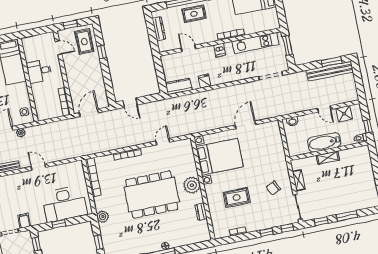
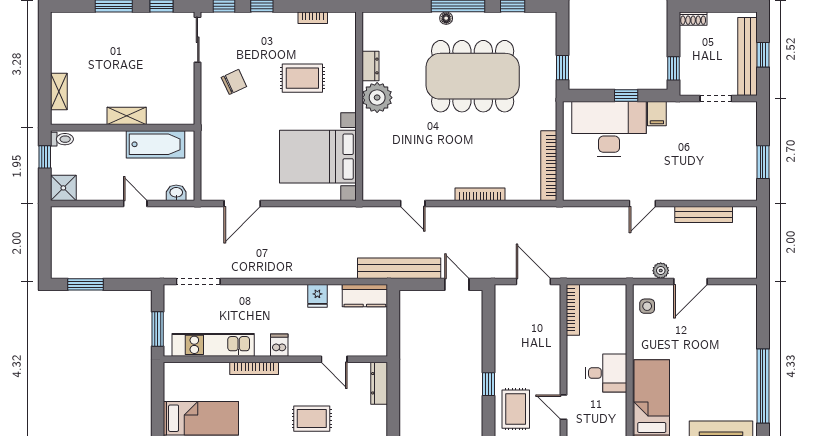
dresser: (159, 29) -> (379, 383), moved
bench: (330, 71) -> (399, 268), moved
door: (324, 109) -> (135, 204), moved
door: (89, 113) -> (533, 281), swing flipped
shower: (344, 114) -> (63, 188), moved
door: (245, 125) -> (242, 204), moved
door: (163, 142) -> (413, 204), hinge flipped
bathtub: (324, 142) -> (155, 144), moved
door: (38, 167) -> (642, 204), hinge flipped
shelving: (299, 180) -> (59, 92), moved
plant: (192, 185) -> (377, 98), moved
dining table: (152, 195) -> (473, 76), moved
plant: (103, 217) -> (546, 93), removed
filing cabinet: (24, 221) -> (657, 114), moved
window: (99, 242) -> (563, 68), moved

